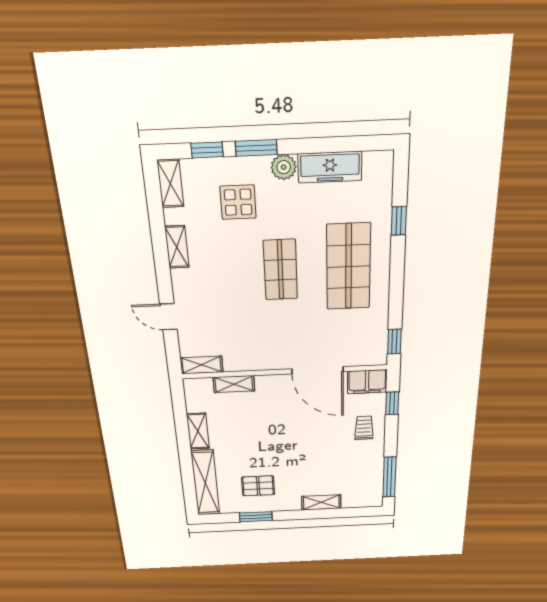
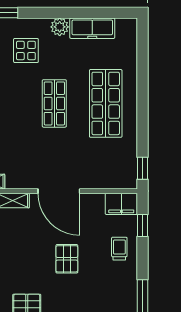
window: (256, 148) -> (41, 13), removed
window: (399, 221) -> (142, 69), removed
door: (317, 370) -> (59, 191), moved
pallet: (302, 441) -> (67, 259), added

